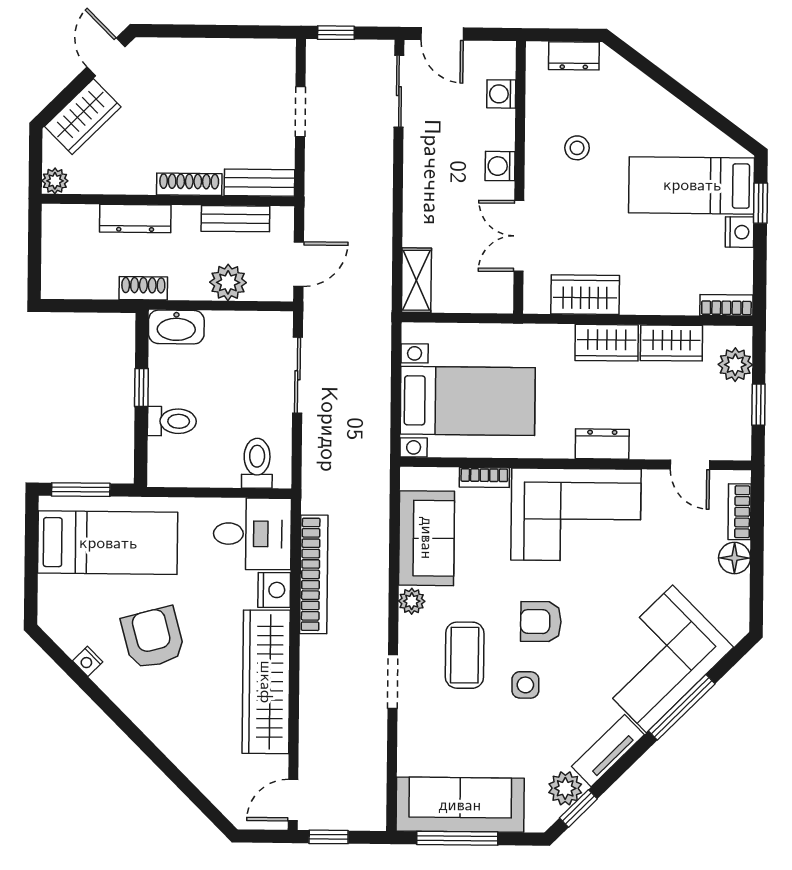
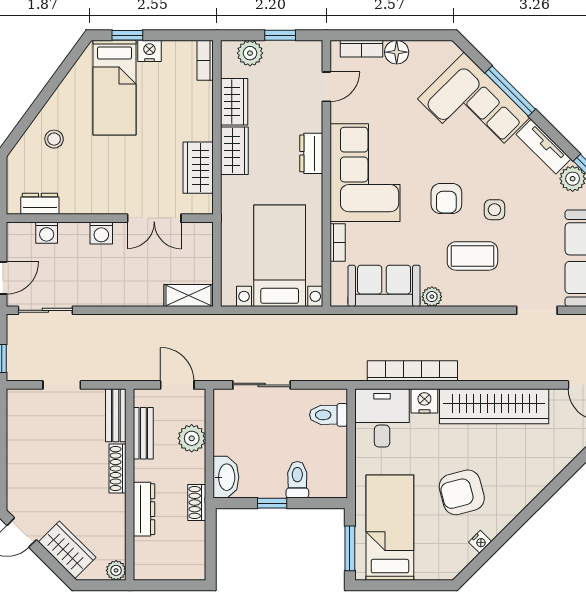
dresser: (574, 56) -> (40, 204), moved, turned -90
stool: (577, 148) -> (54, 139), moved
doorway: (393, 682) -> (537, 310), moved

